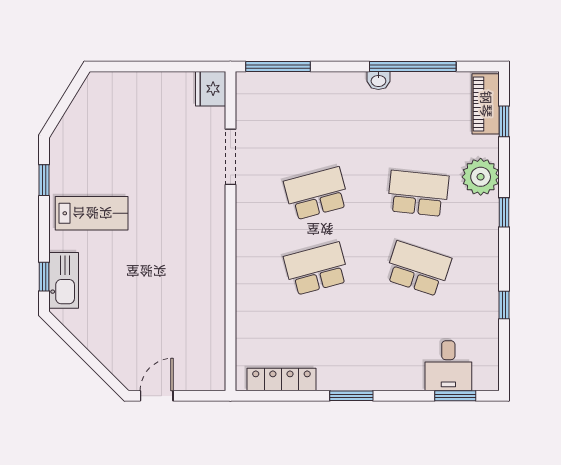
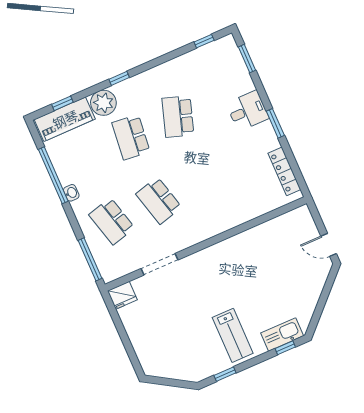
piano: (486, 104) -> (65, 119), width x1.37, depth x1.33
lab bench: (92, 213) -> (233, 335), turned 180
school desk: (316, 269) -> (112, 221), moved
window: (504, 305) -> (204, 41), moved
desk: (448, 366) -> (248, 111), moved

